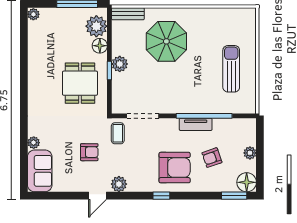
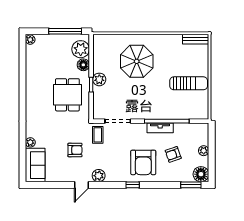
bench: (128, 14) -> (196, 39), moved
sun lounger: (231, 69) -> (189, 83), turned 90
armchair: (175, 168) -> (143, 162), turned 90

